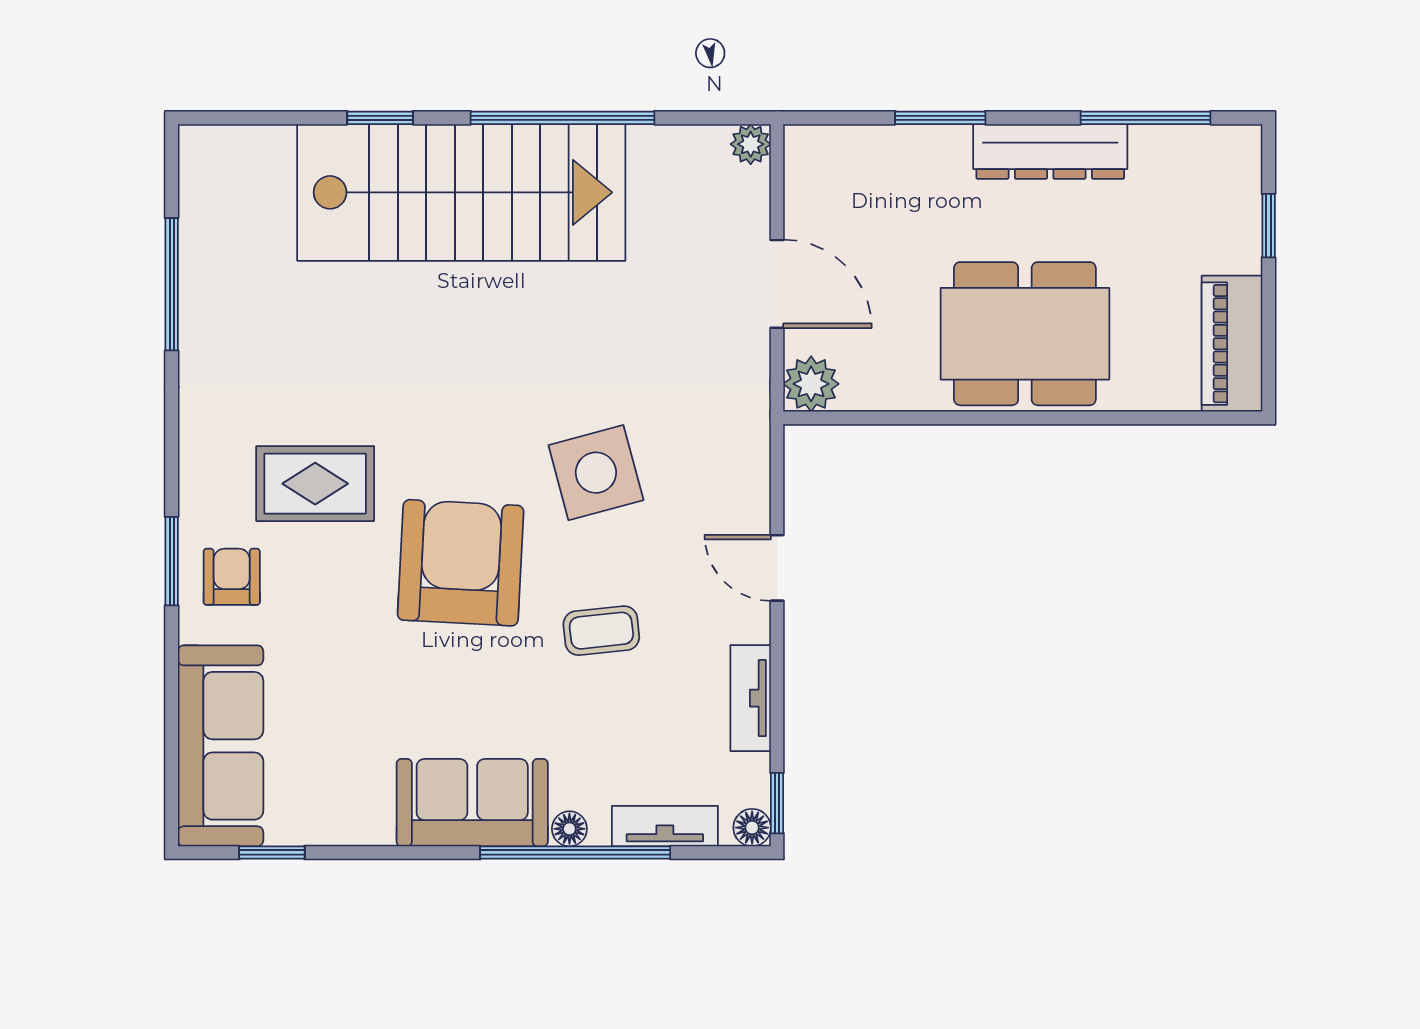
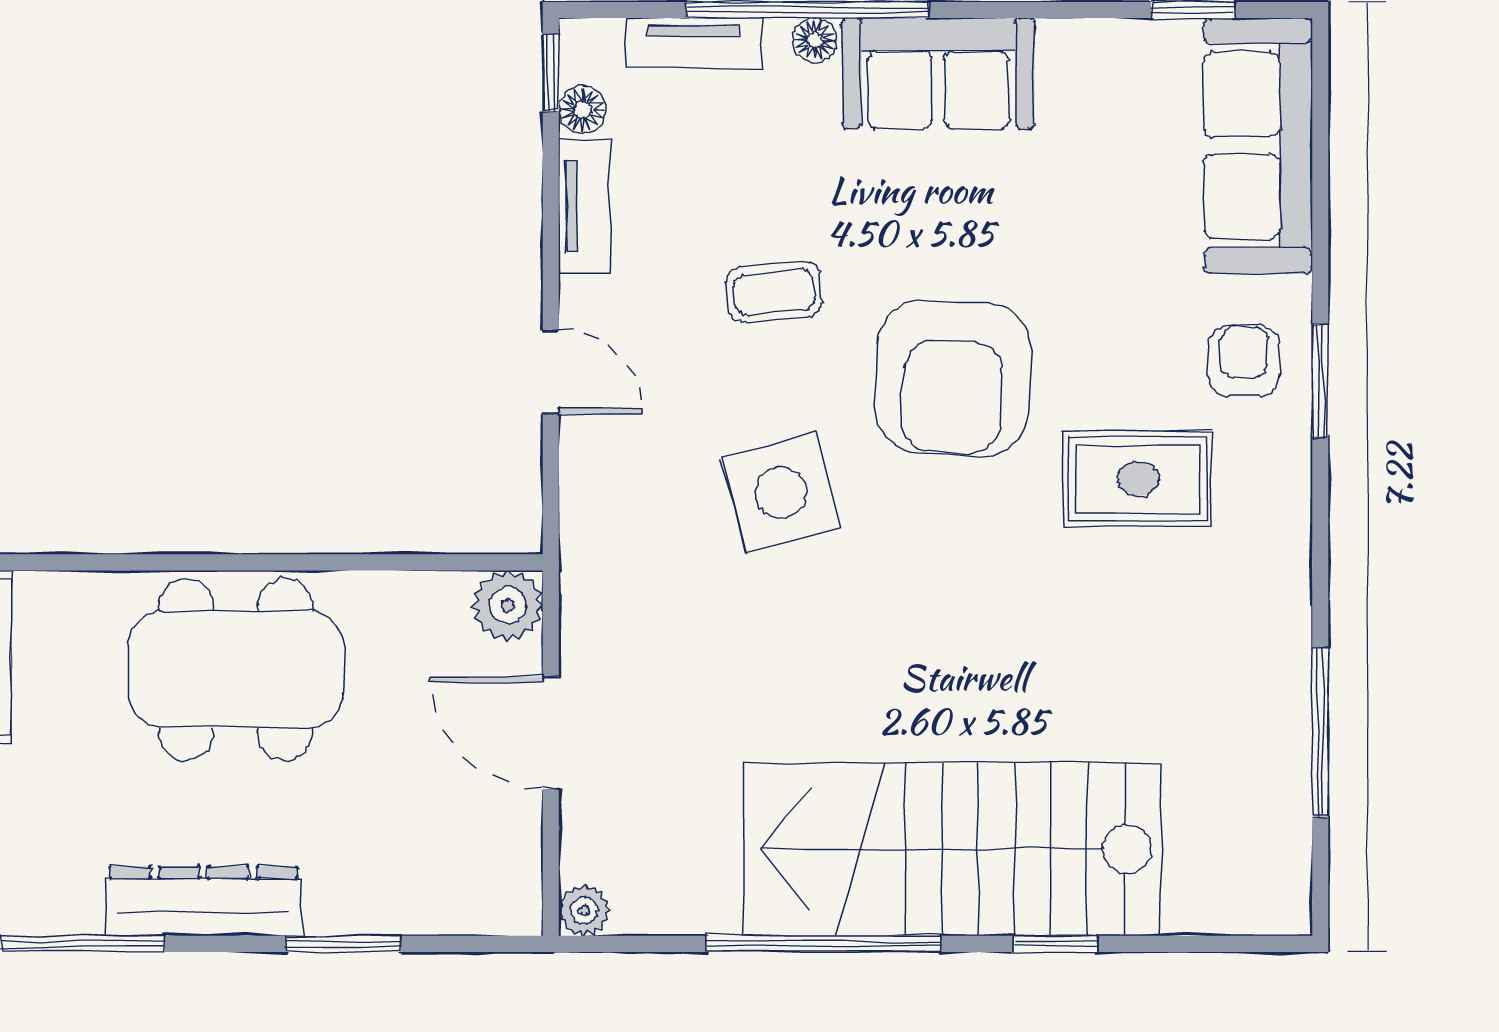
armchair: (232, 577) -> (1244, 360), turned 180
floor lamp: (752, 828) -> (582, 110), moved

